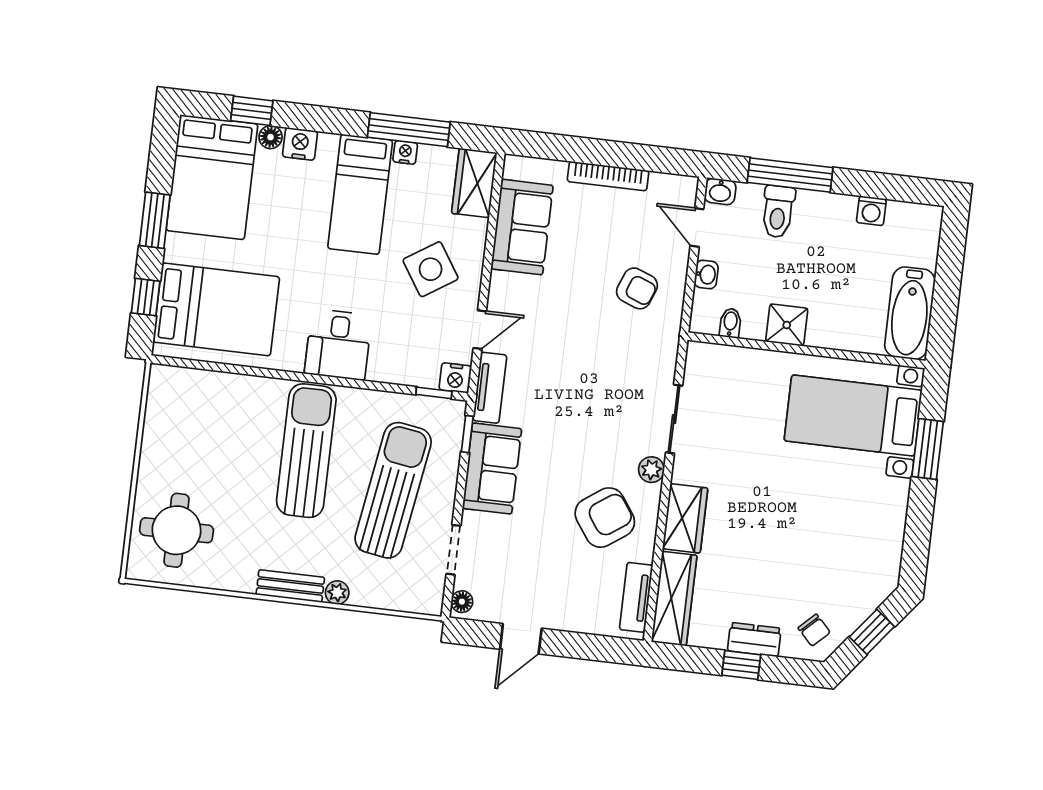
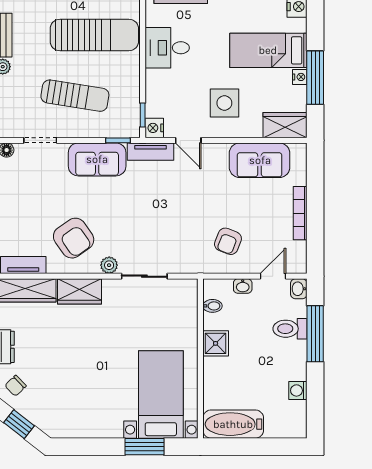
side table: (431, 269) -> (224, 103), turned 33
sun lounger: (393, 490) -> (75, 96), width x0.73, depth x0.75

